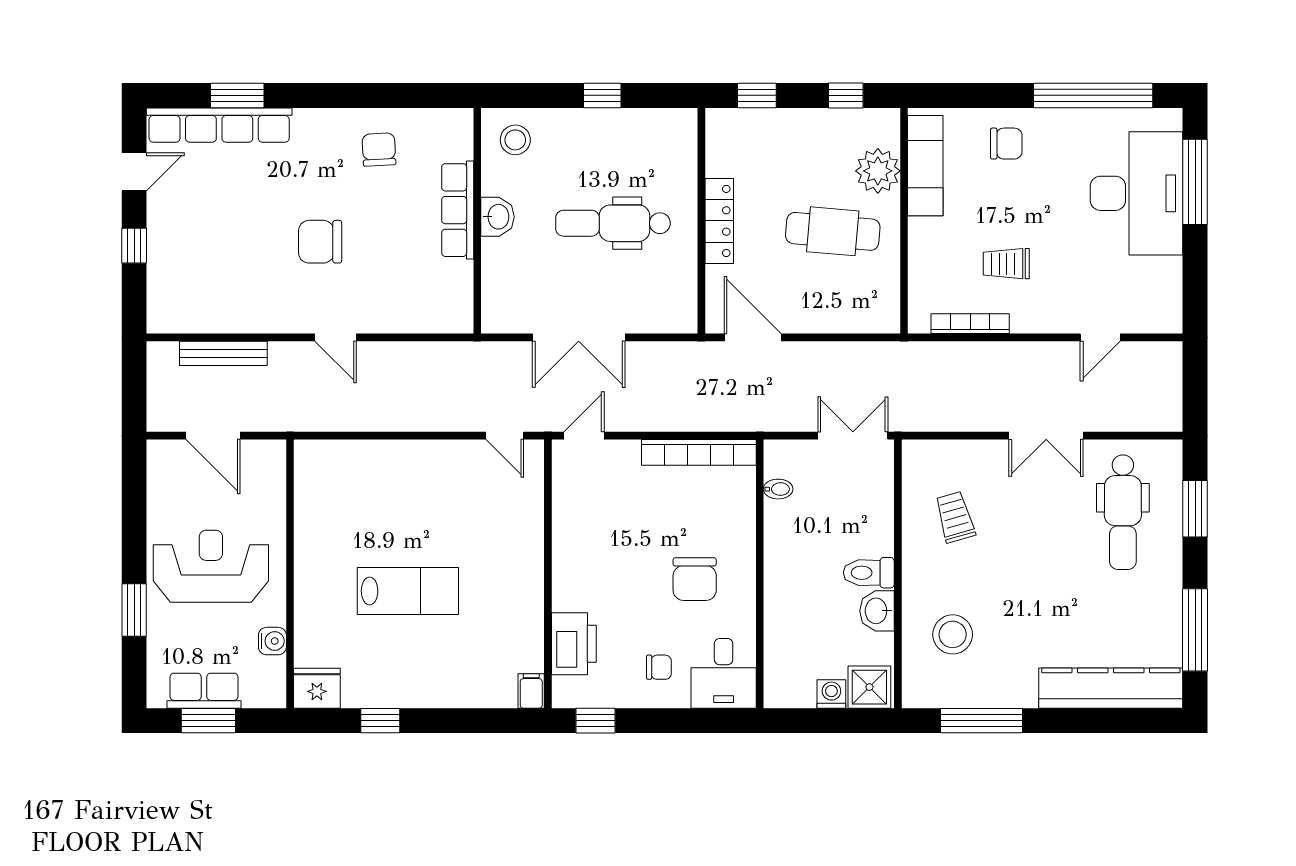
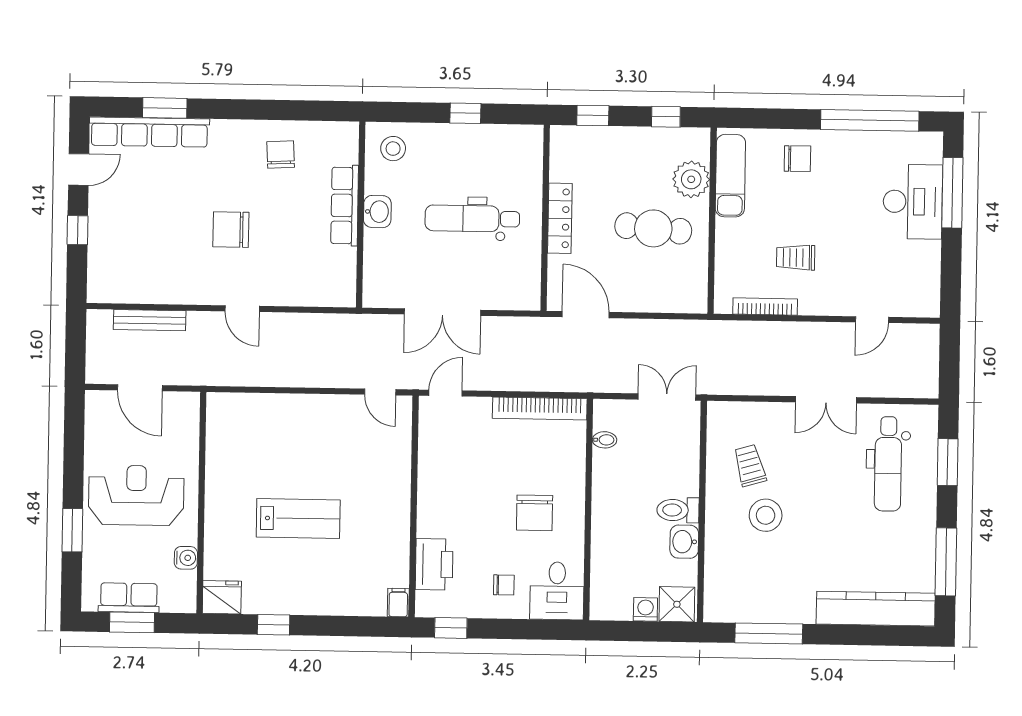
desk: (1137, 193) -> (913, 202), width x0.73, depth x0.77
stool: (953, 634) -> (766, 515), moved

